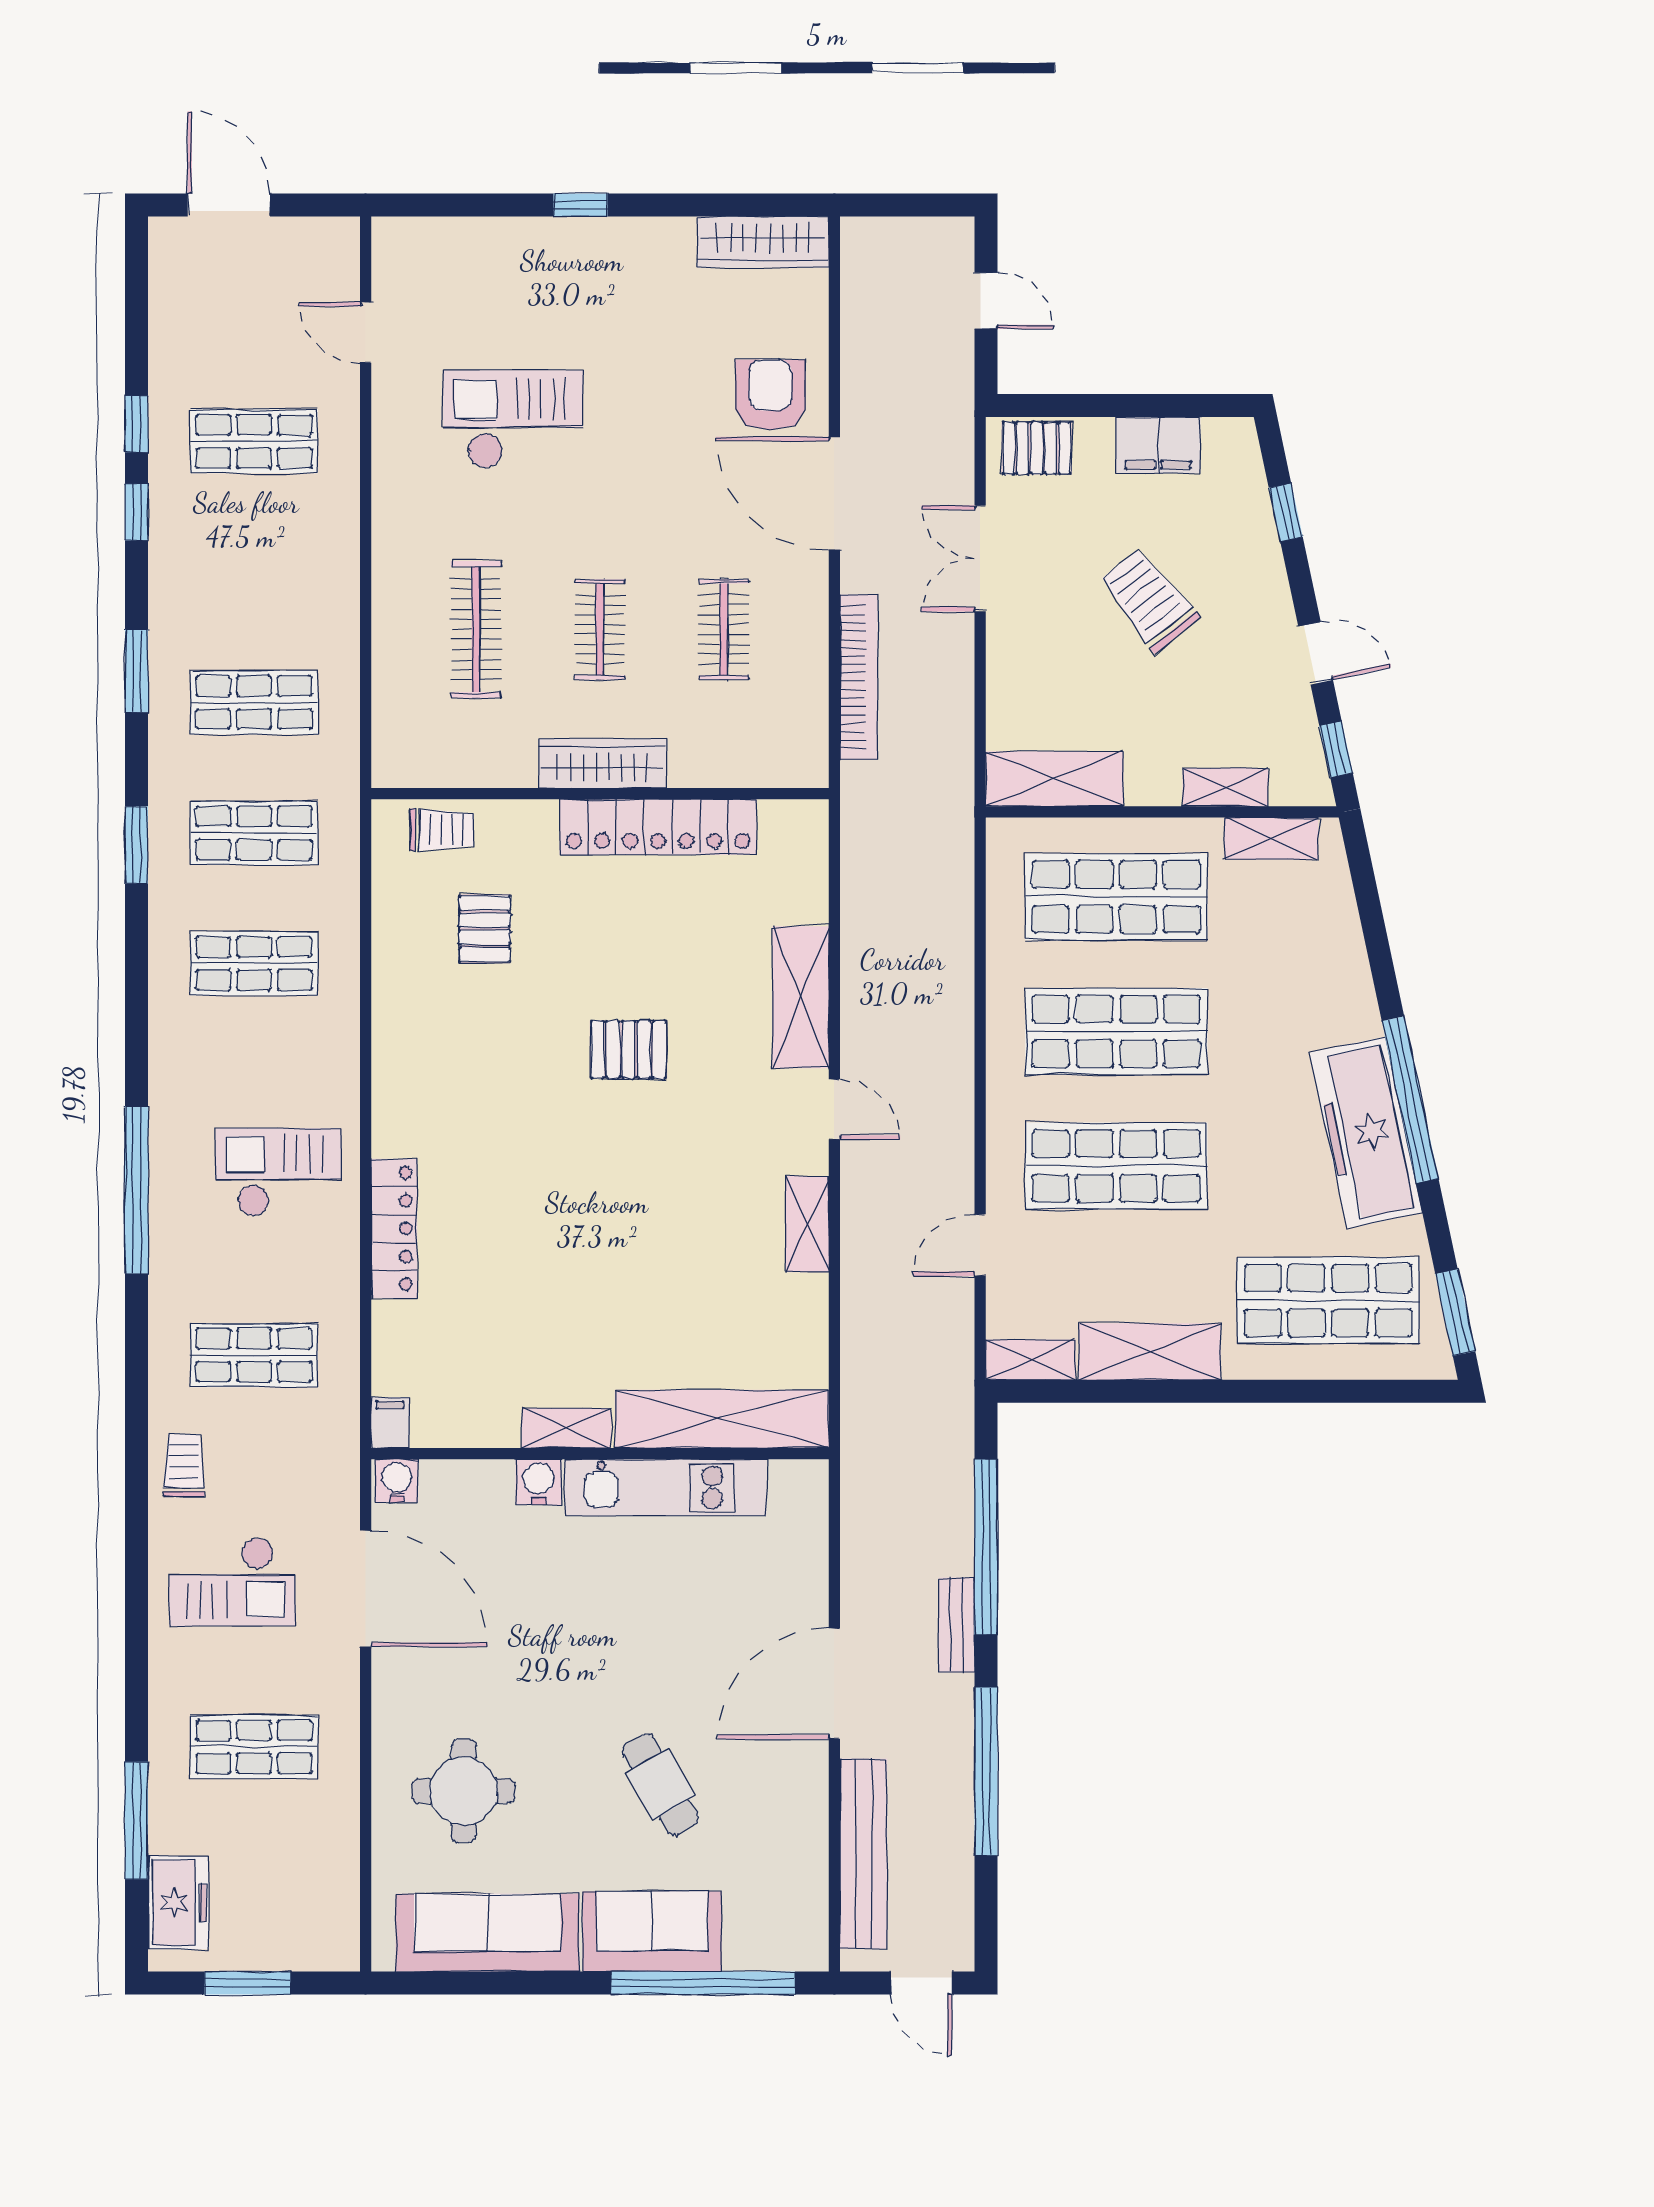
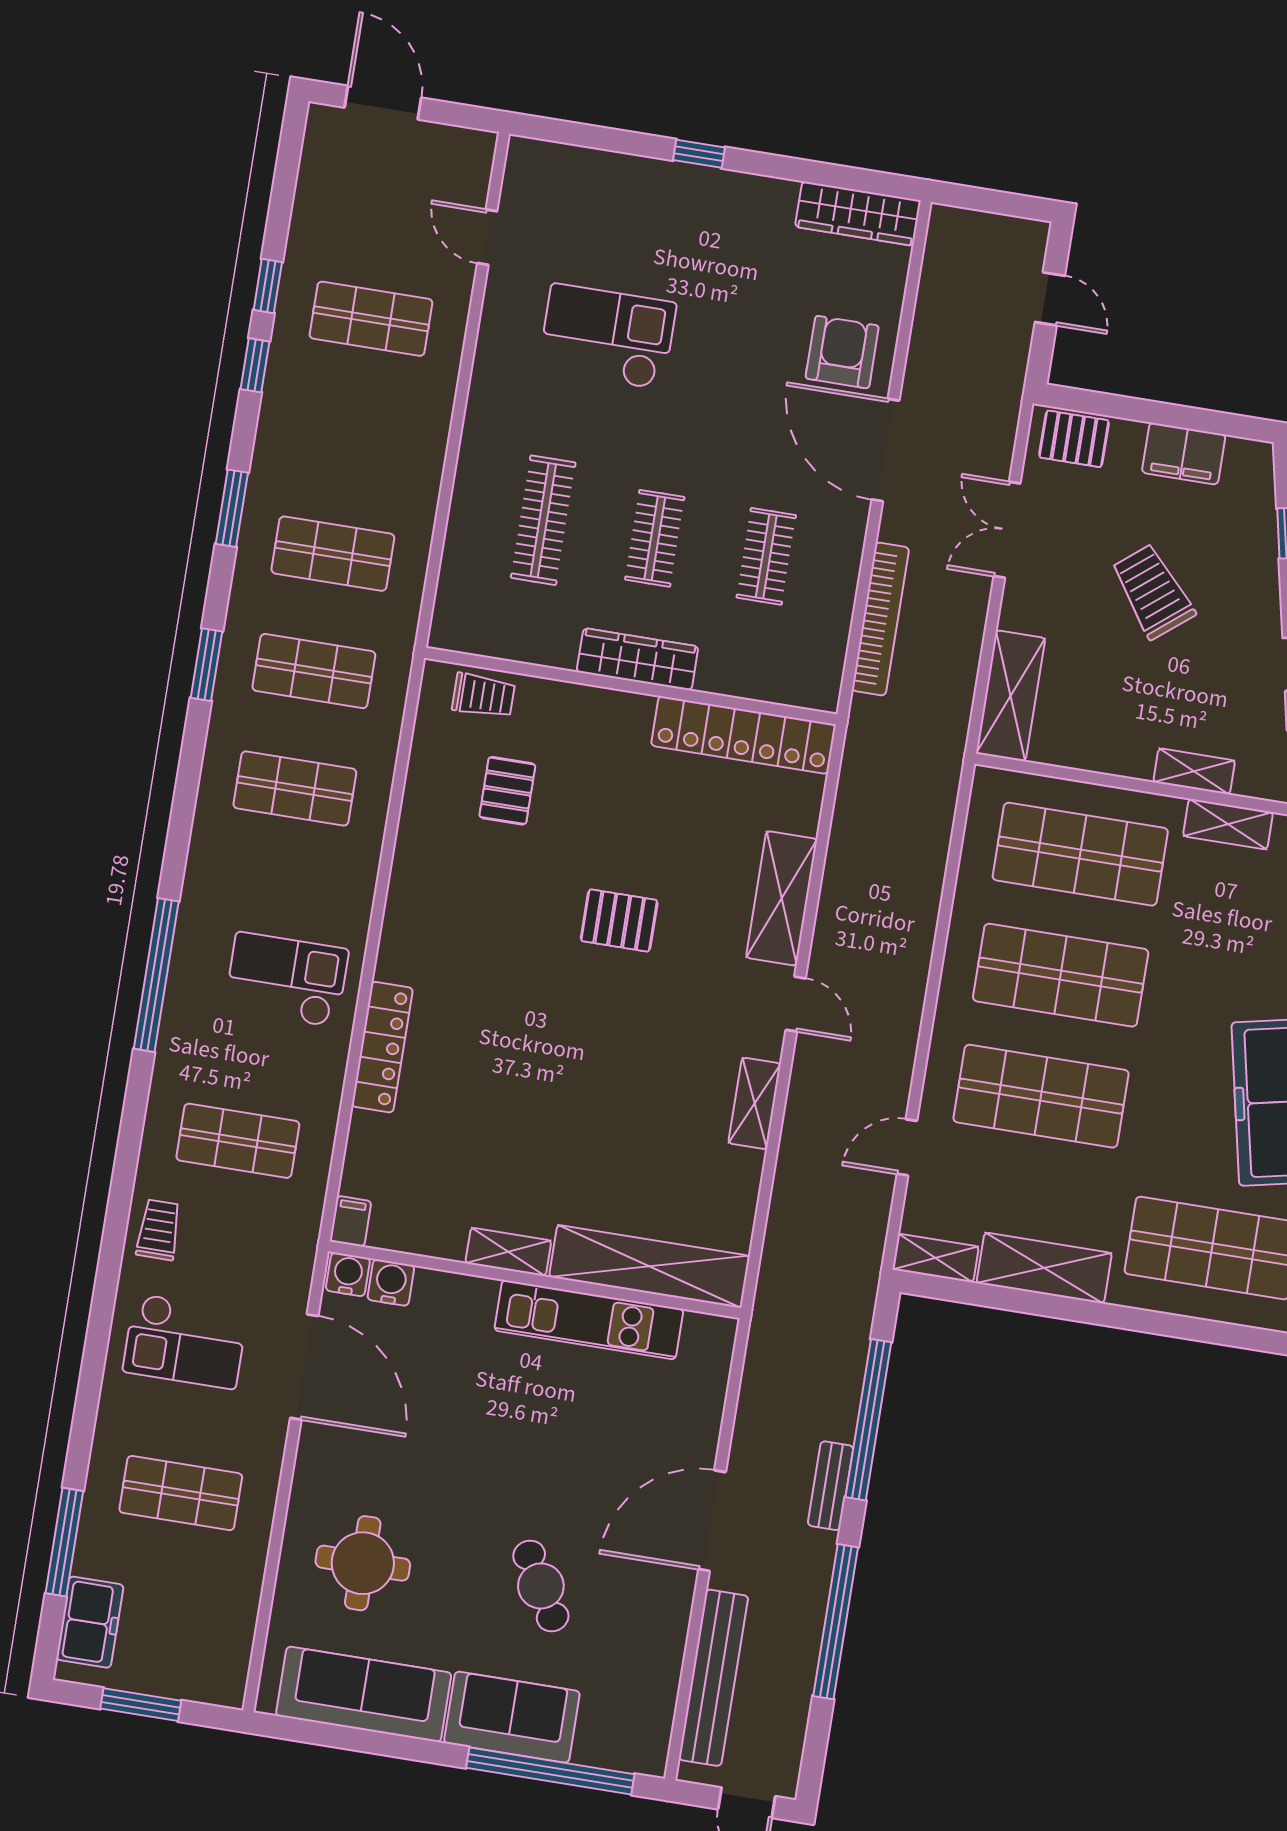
shelving: (1054, 779) -> (1011, 696), moved, turned 90
locker: (658, 827) -> (743, 735), moved
water cooler: (539, 1482) -> (391, 1283), moved

